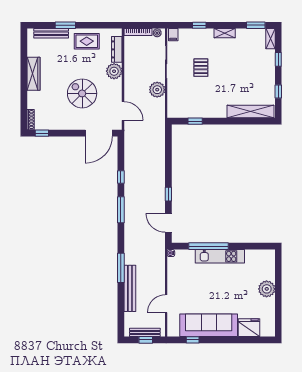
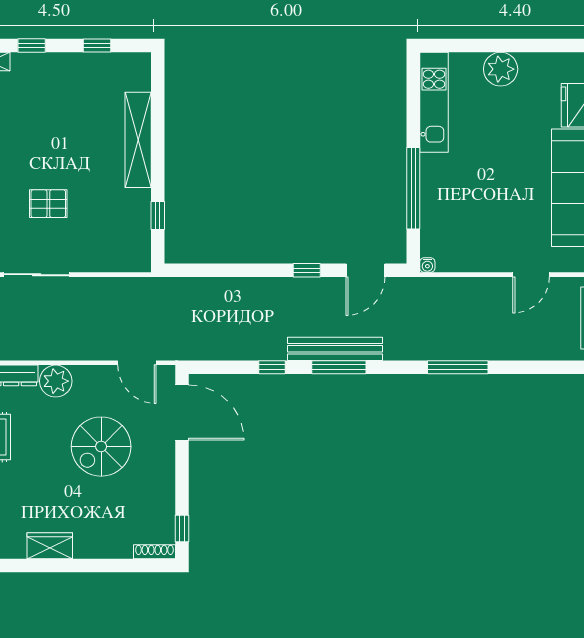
wardrobe: (34, 74) -> (50, 546), width x0.67
plant: (157, 90) -> (93, 293), removed
door: (123, 111) -> (137, 363), swing flipped
shelving: (251, 112) -> (138, 140), moved
kitchen unit: (220, 256) -> (434, 102), moved
bench: (130, 288) -> (335, 349), moved
door: (166, 304) -> (531, 275), hinge flipped

